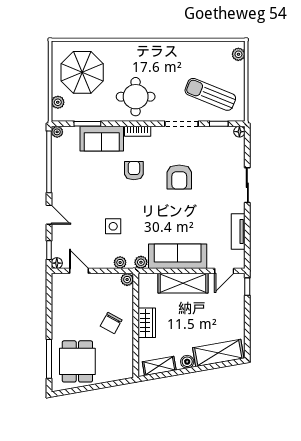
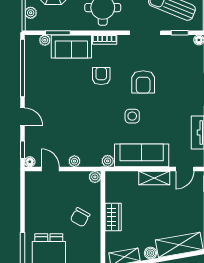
plant: (57, 132) -> (45, 40), moved
side table: (113, 226) -> (132, 116), moved
plant: (120, 262) -> (74, 161), moved
shelving: (183, 283) -> (154, 178), width x0.67, depth x0.75

